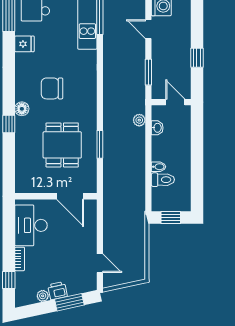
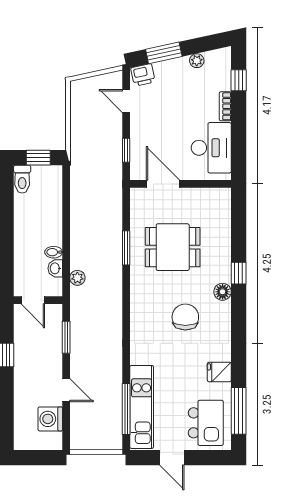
chair: (52, 88) -> (185, 317), turned -90
dining table: (62, 145) -> (173, 247), turned 90
bidet: (159, 167) -> (54, 252), moved
toilet: (163, 180) -> (22, 179), moved, turned -90
window: (100, 223) -> (126, 150), added
printer: (57, 291) -> (143, 75), moved

